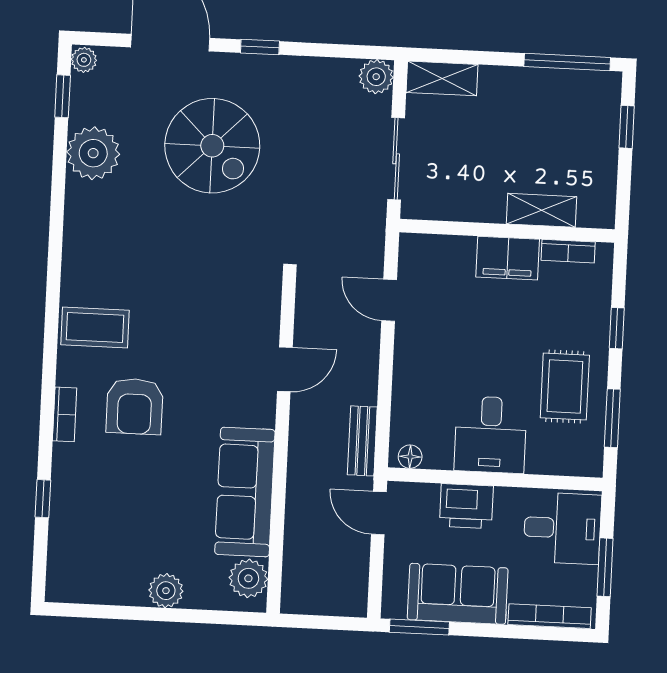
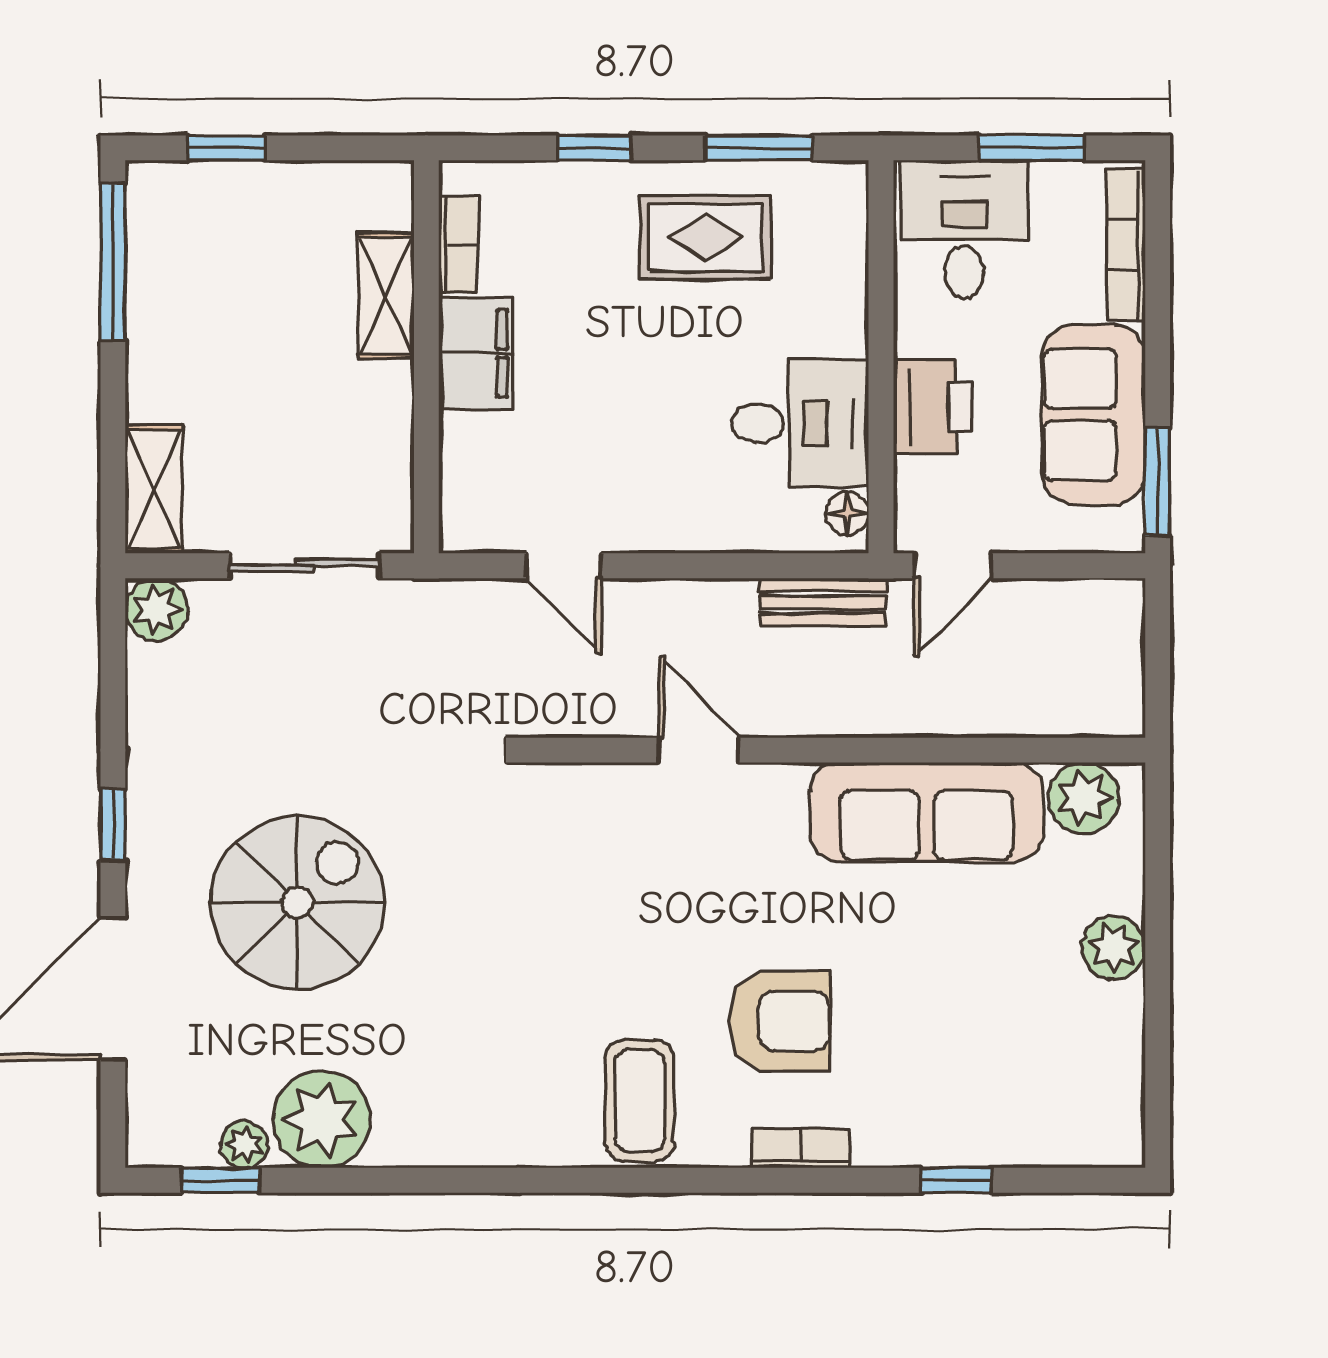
plant: (84, 60) -> (244, 1145), moved
door: (389, 300) -> (564, 566), hinge flipped
desk: (491, 435) -> (800, 423), moved

